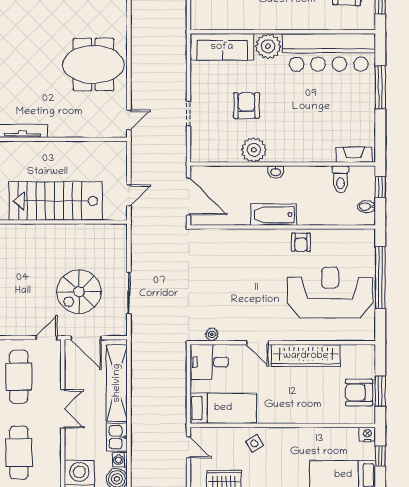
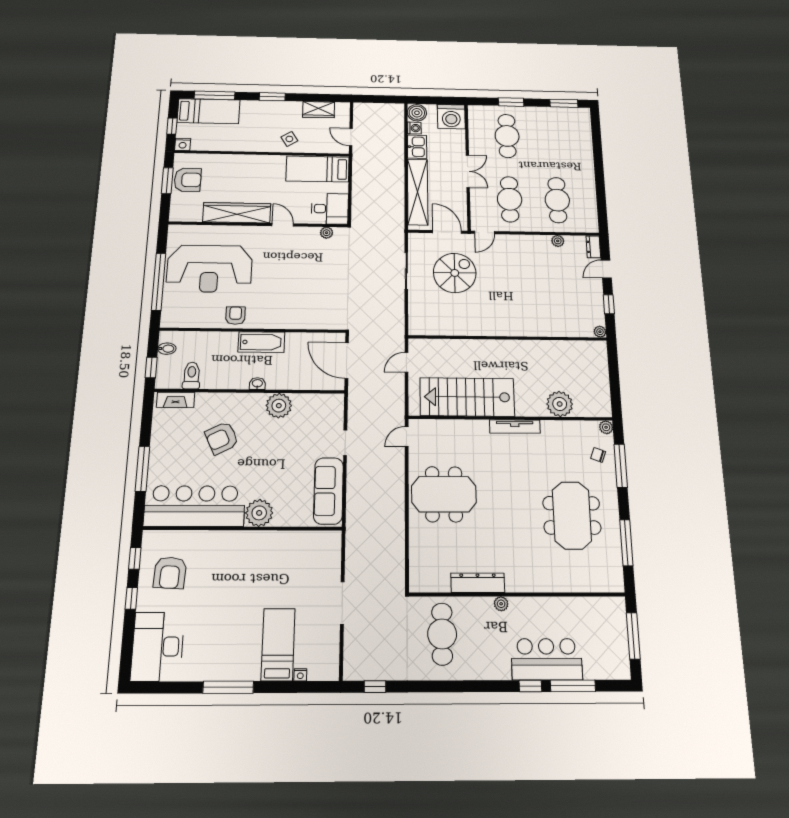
sofa: (222, 47) -> (328, 491), moved, turned -90
armchair: (246, 105) -> (222, 438), moved, turned 64
stairs: (56, 201) -> (467, 397), moved, turned 180
double door: (63, 409) -> (468, 171), swing flipped

